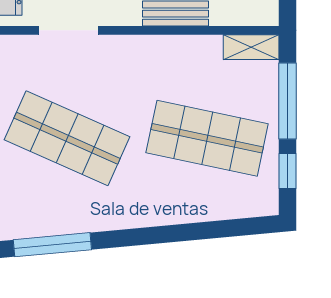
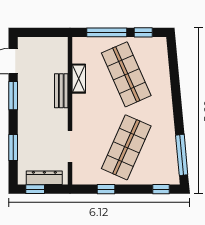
shelving: (251, 47) -> (79, 79), moved
shop shelf: (207, 138) -> (126, 74), turned -36

